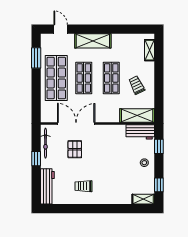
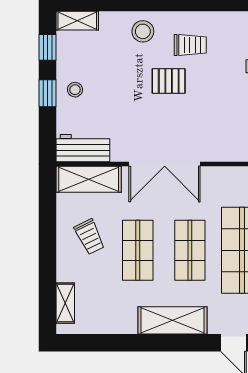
double door: (76, 123) -> (165, 164), moved
window: (159, 146) -> (47, 93), moved
pallet: (75, 149) -> (169, 81), moved, turned 90
stool: (109, 193) -> (143, 31), added

